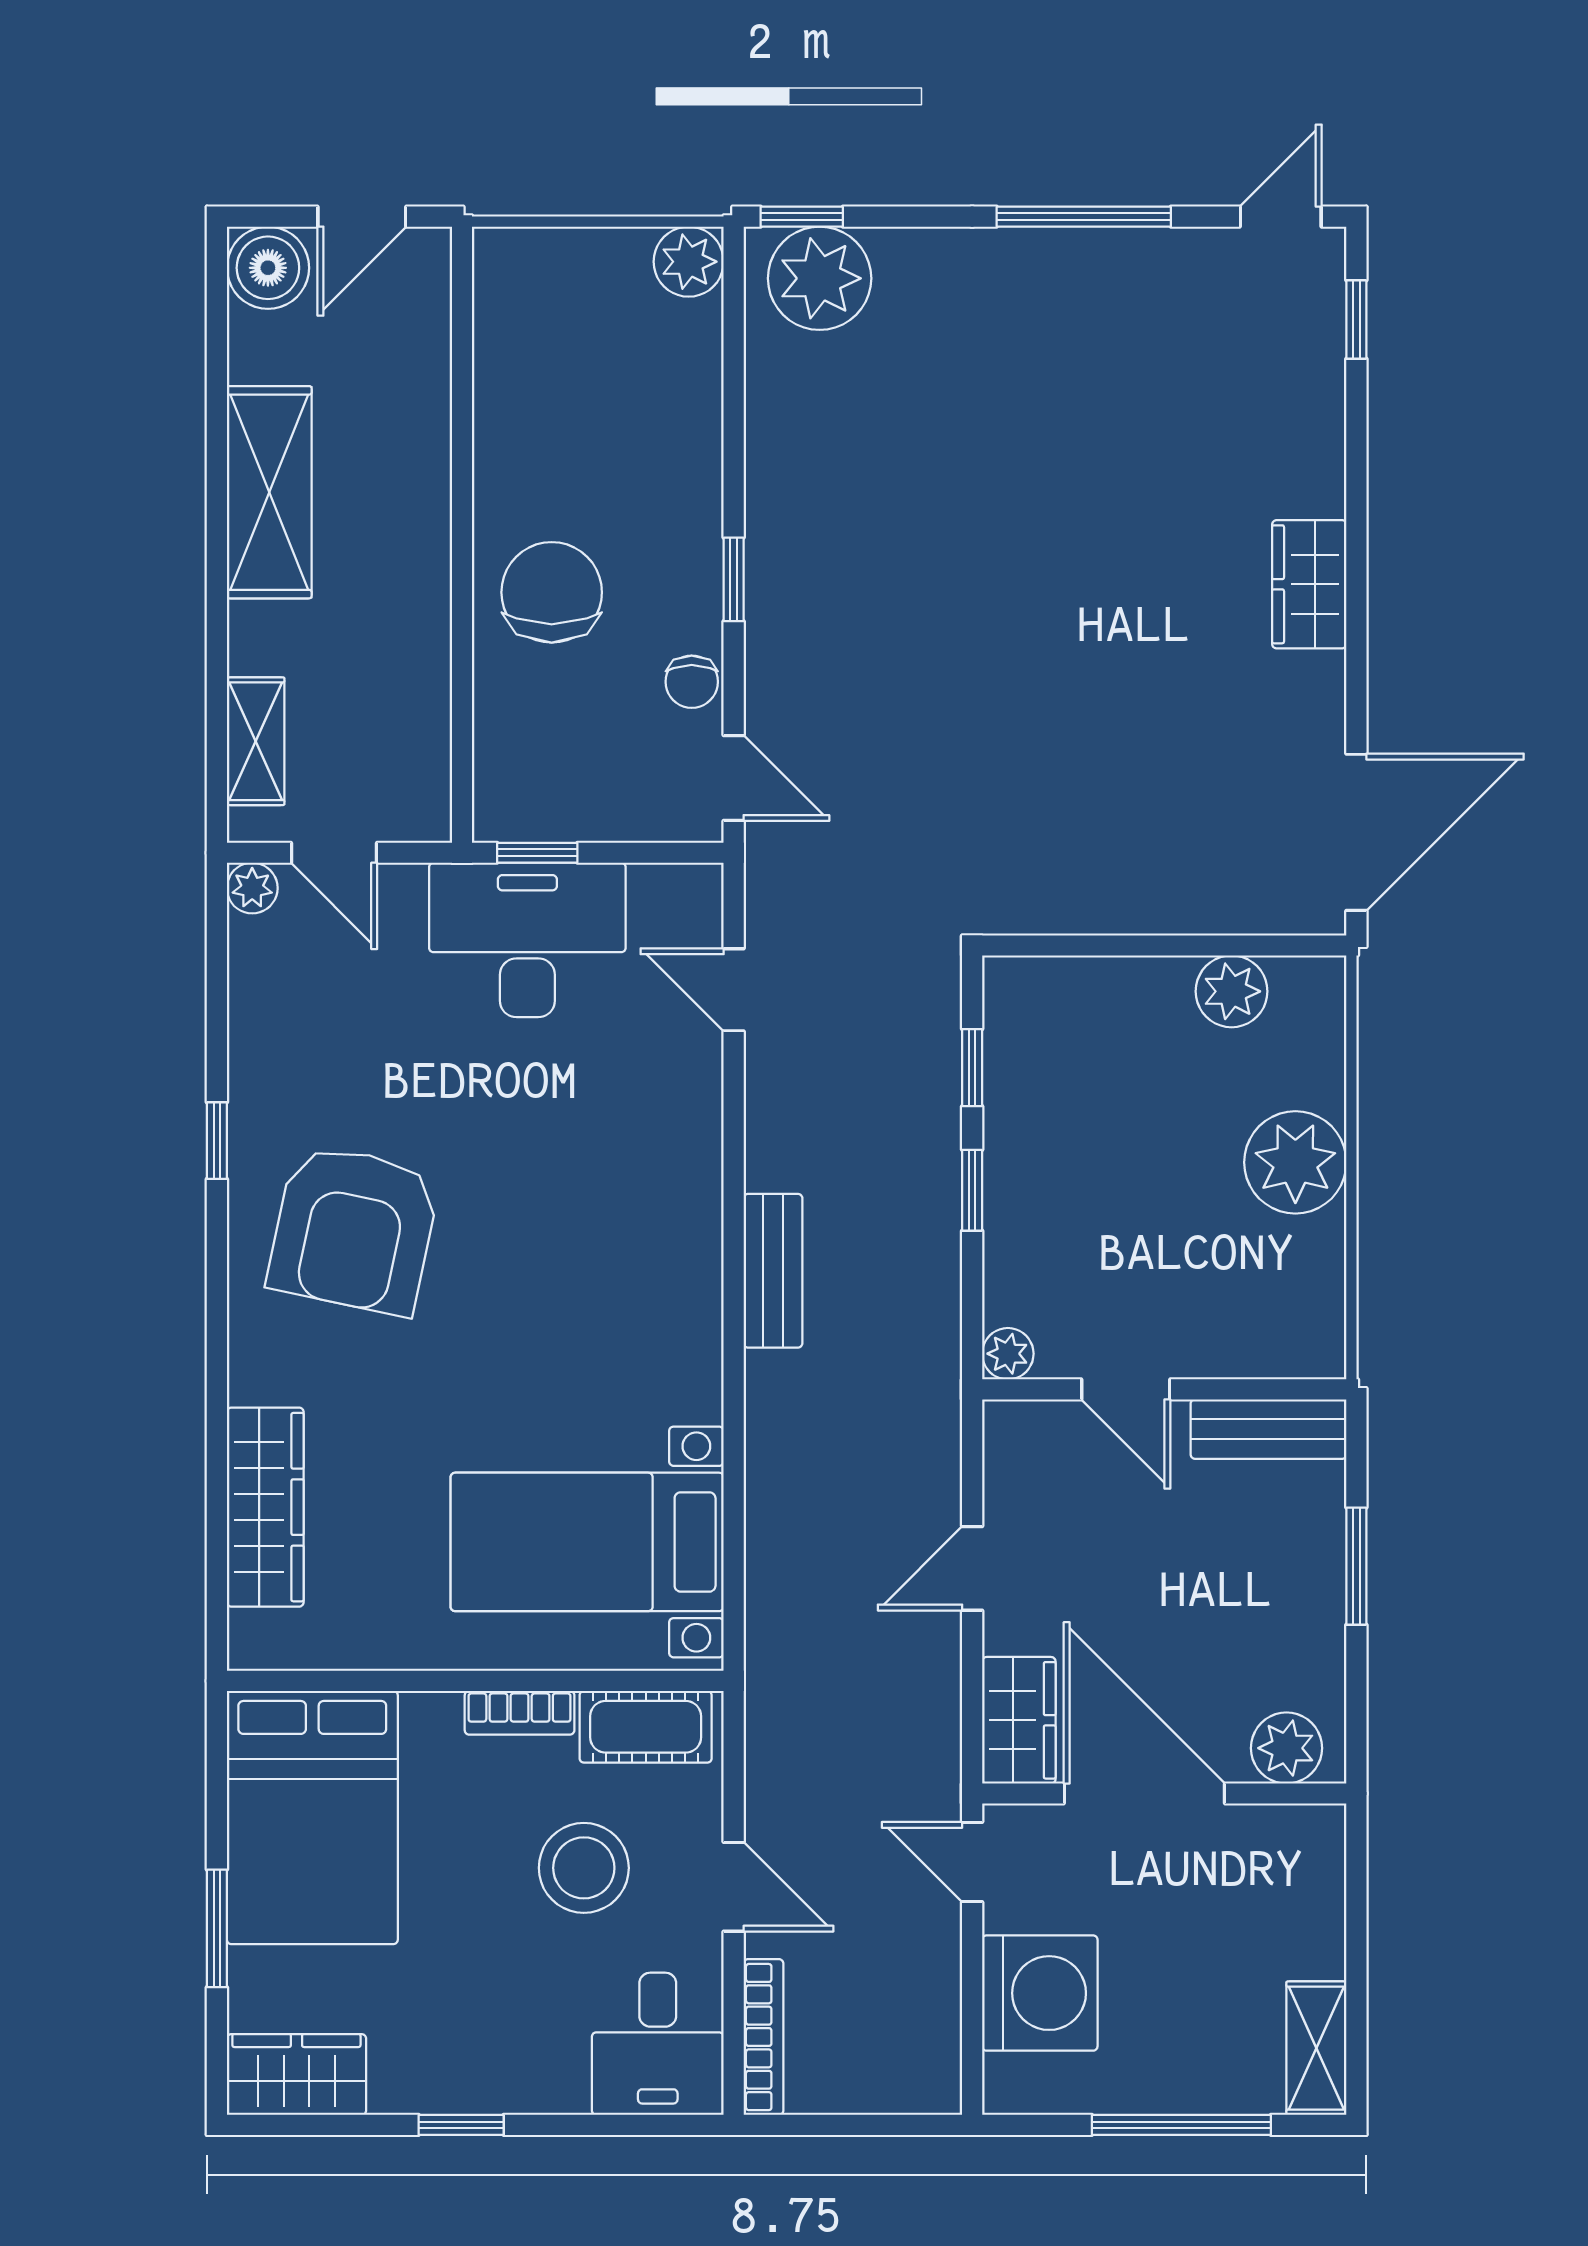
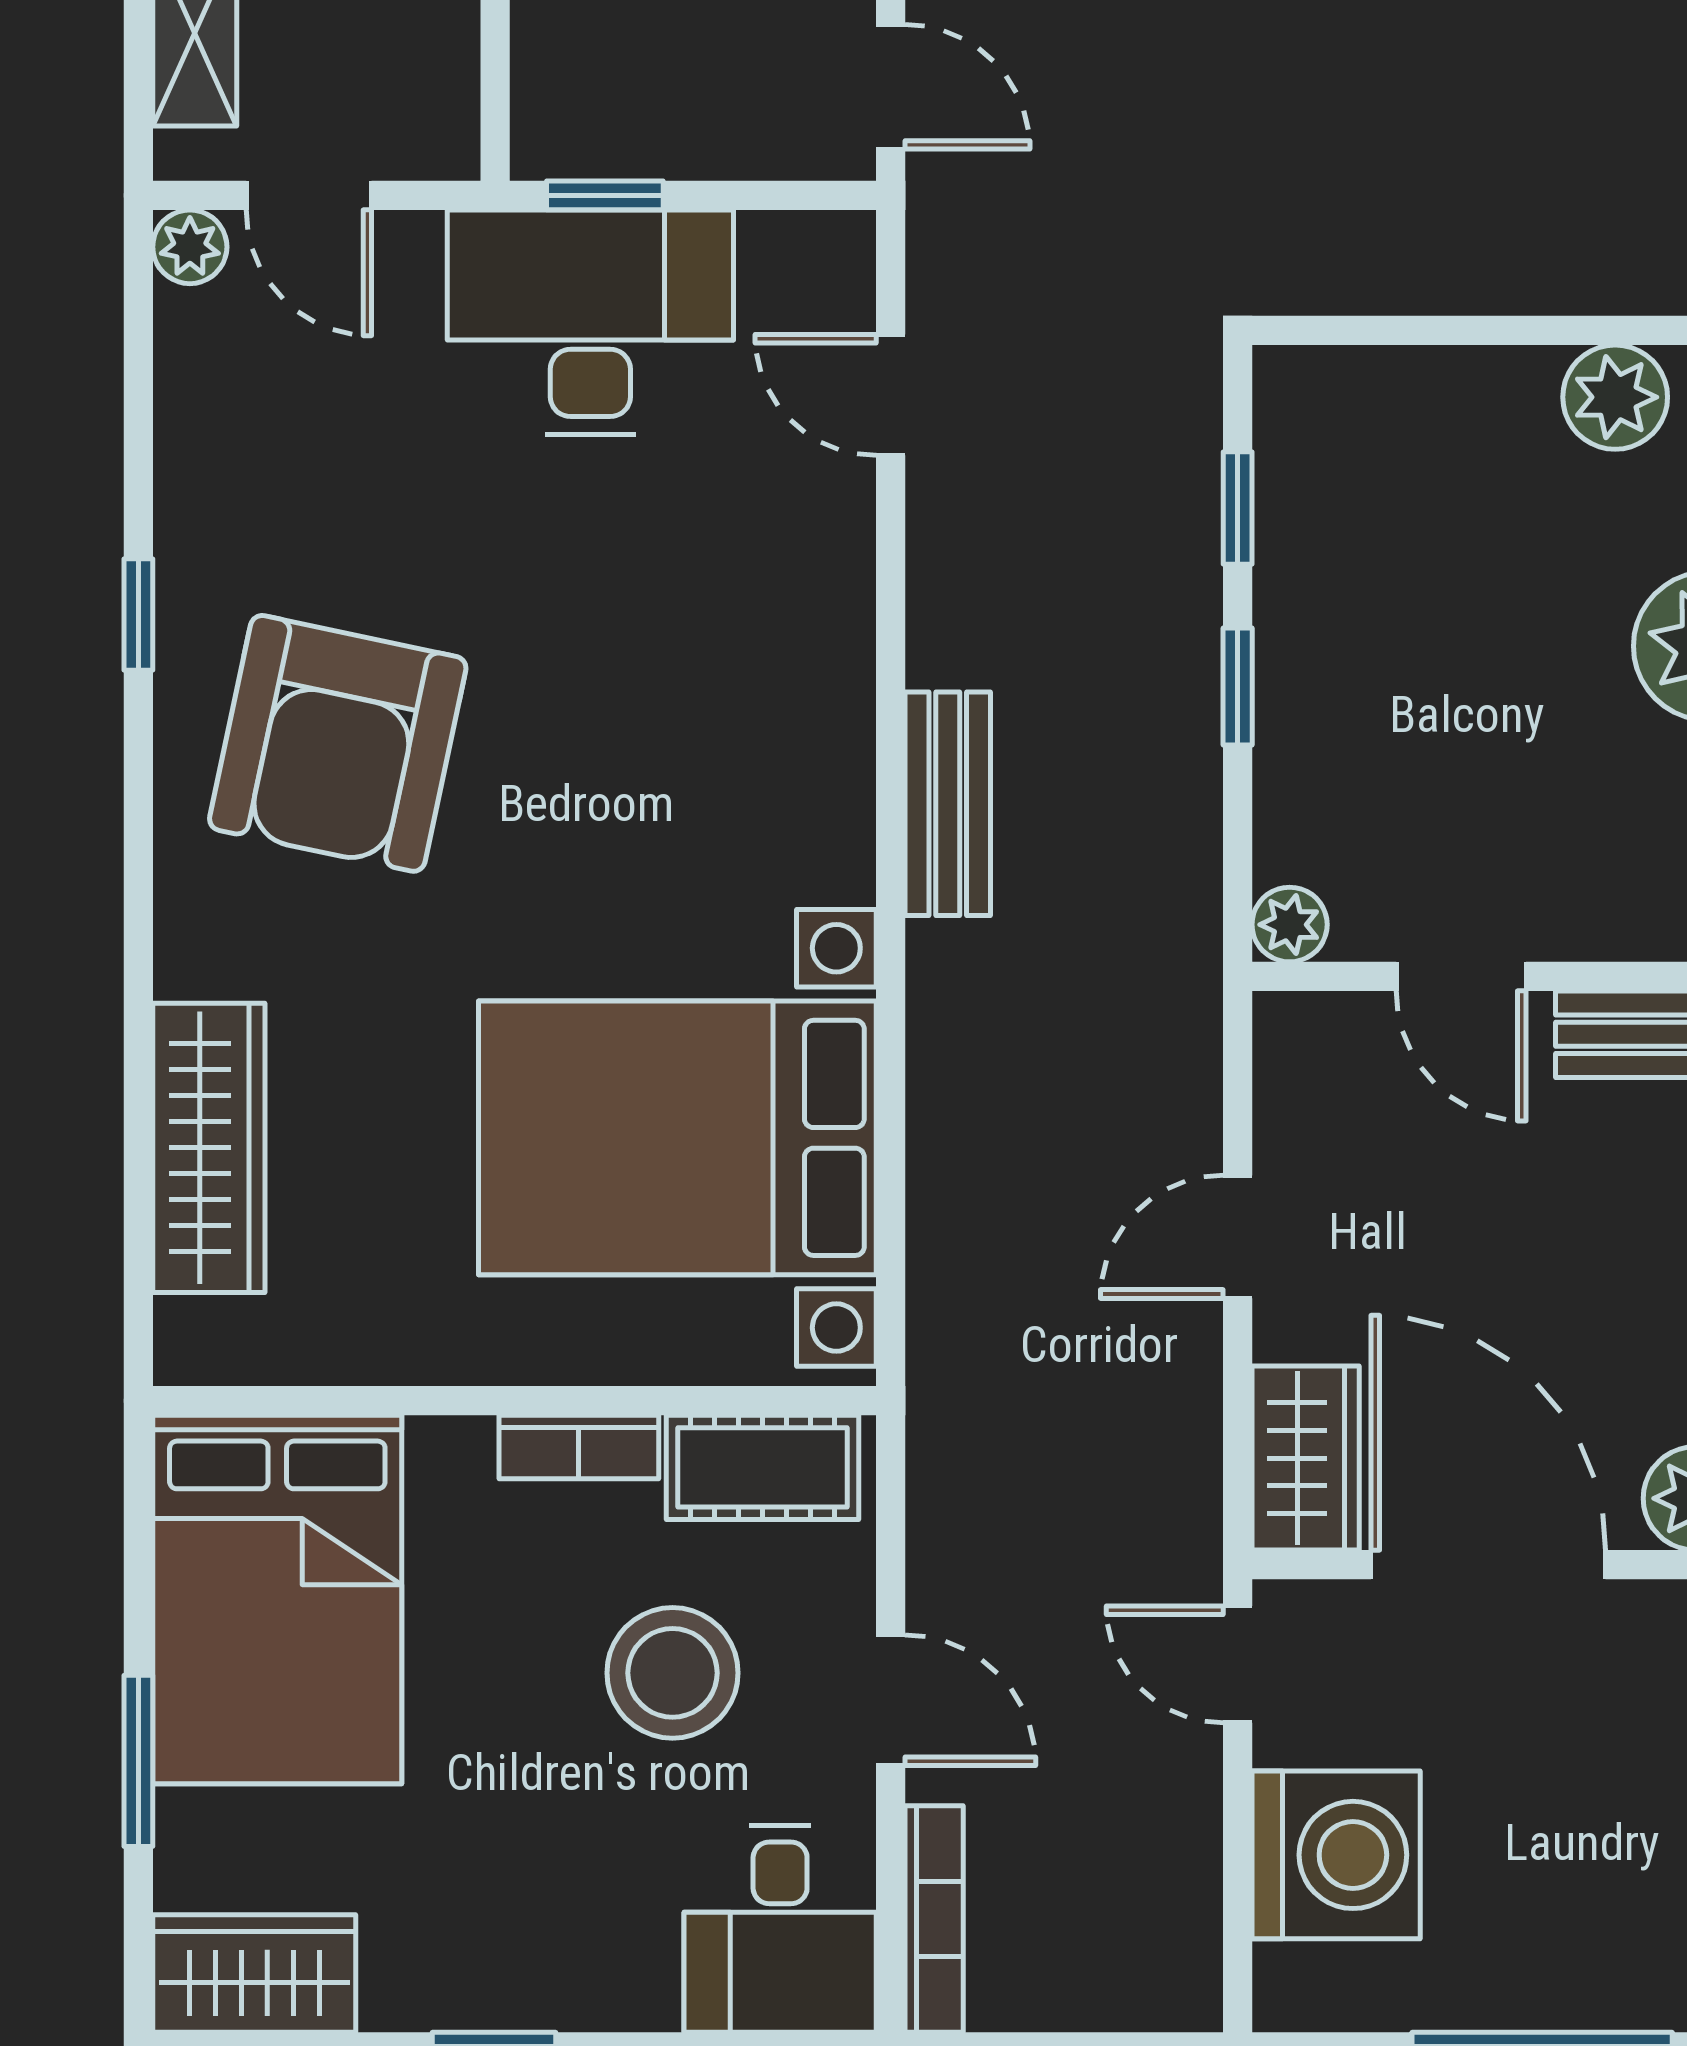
bed with nightstands: (587, 1542) -> (677, 1138), width x1.36

